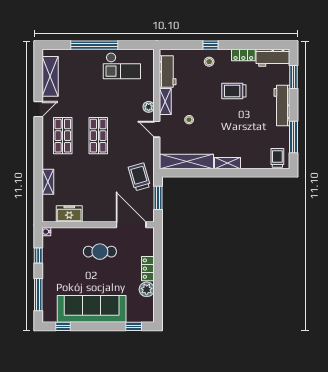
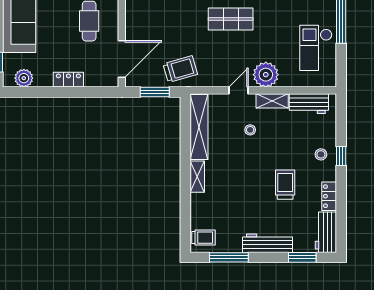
plant: (149, 107) -> (266, 75), width x1.87, depth x1.87
plant: (147, 289) -> (24, 78), moved

